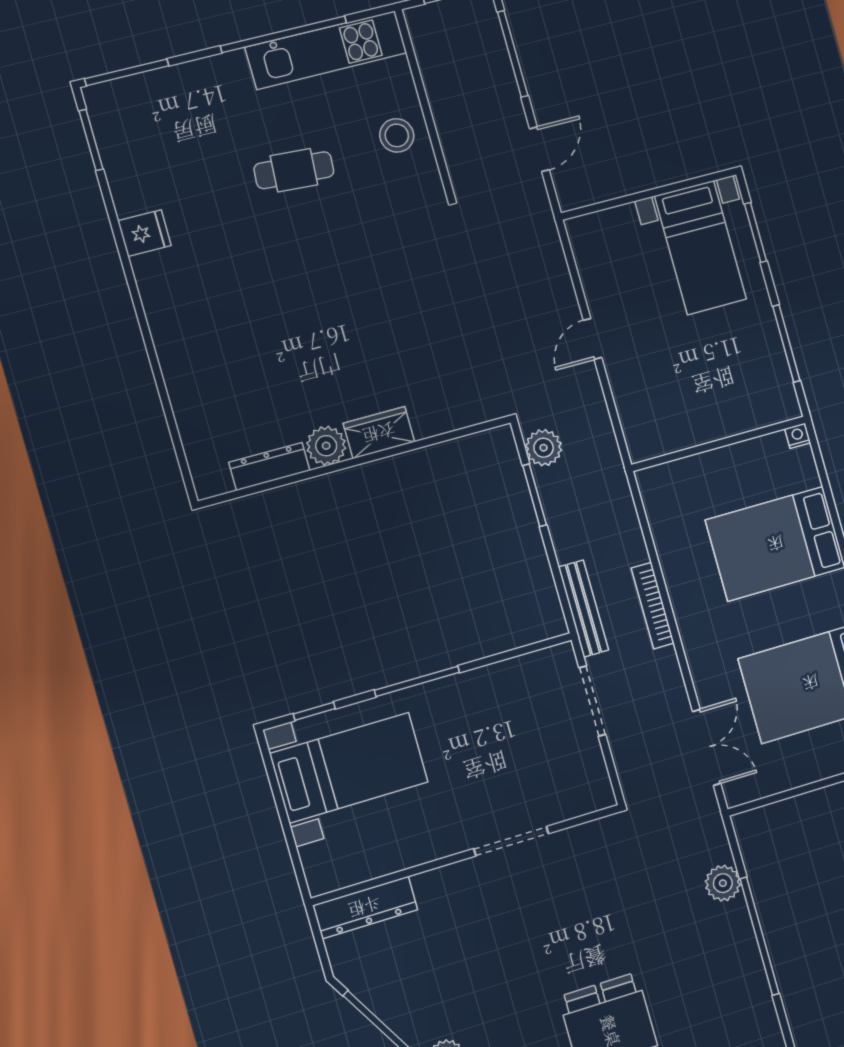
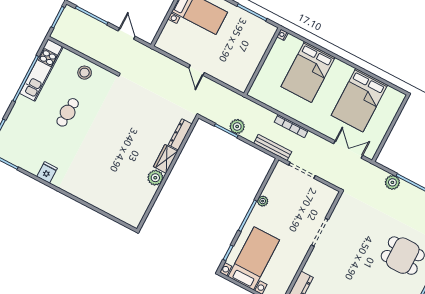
plant: (544, 448) -> (237, 127), moved
dresser: (269, 466) -> (180, 134), moved
plant: (470, 683) -> (263, 201), added

